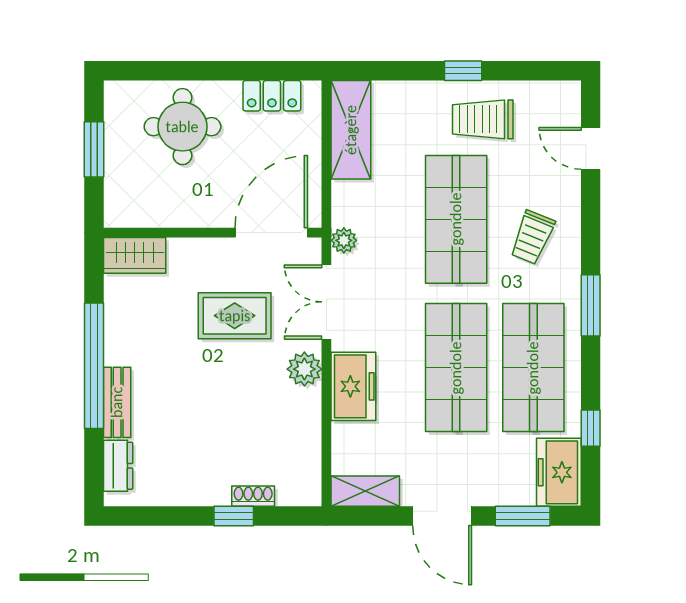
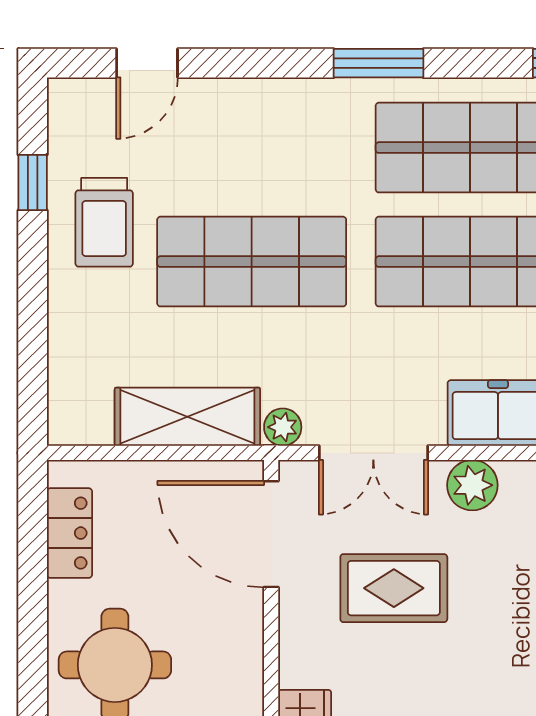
window: (463, 71) -> (33, 183), moved
shelving: (351, 130) -> (187, 417), moved
trolley: (532, 237) -> (278, 149), removed
rug: (235, 316) -> (394, 588), turned 90

